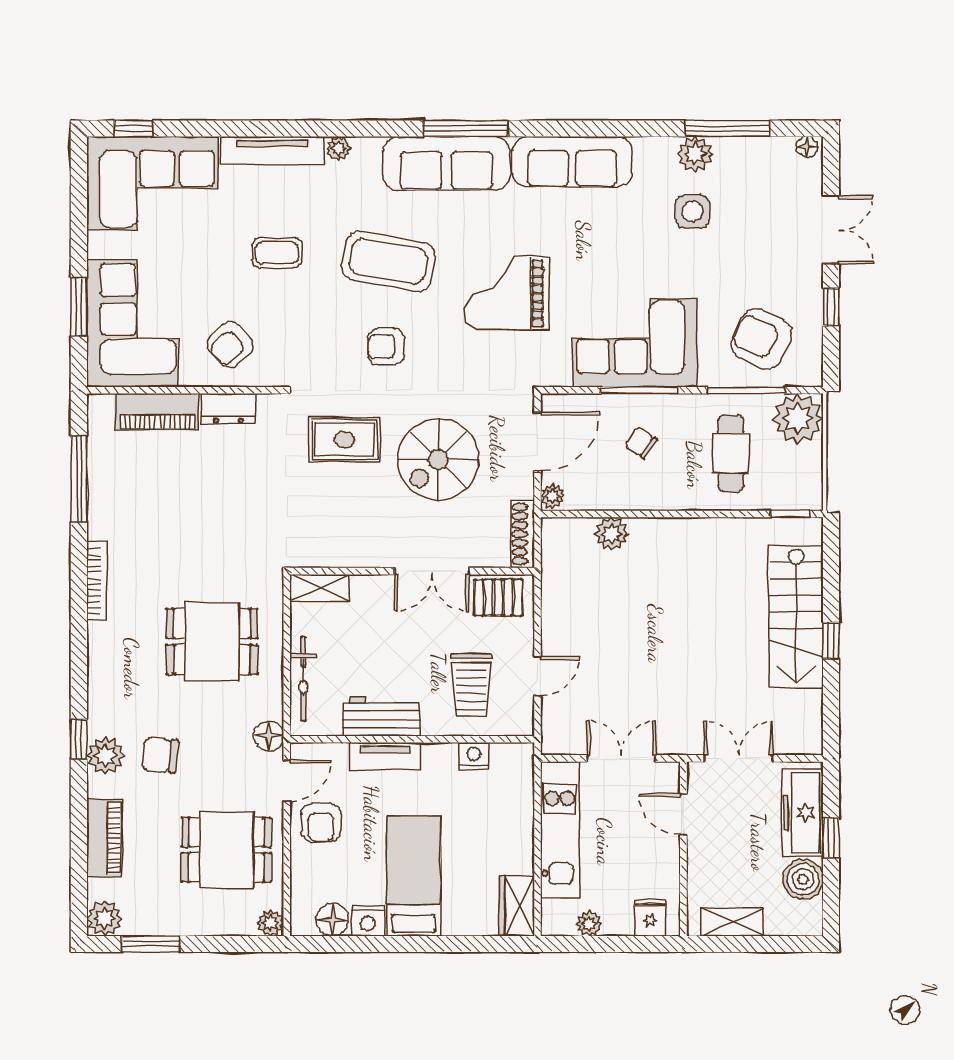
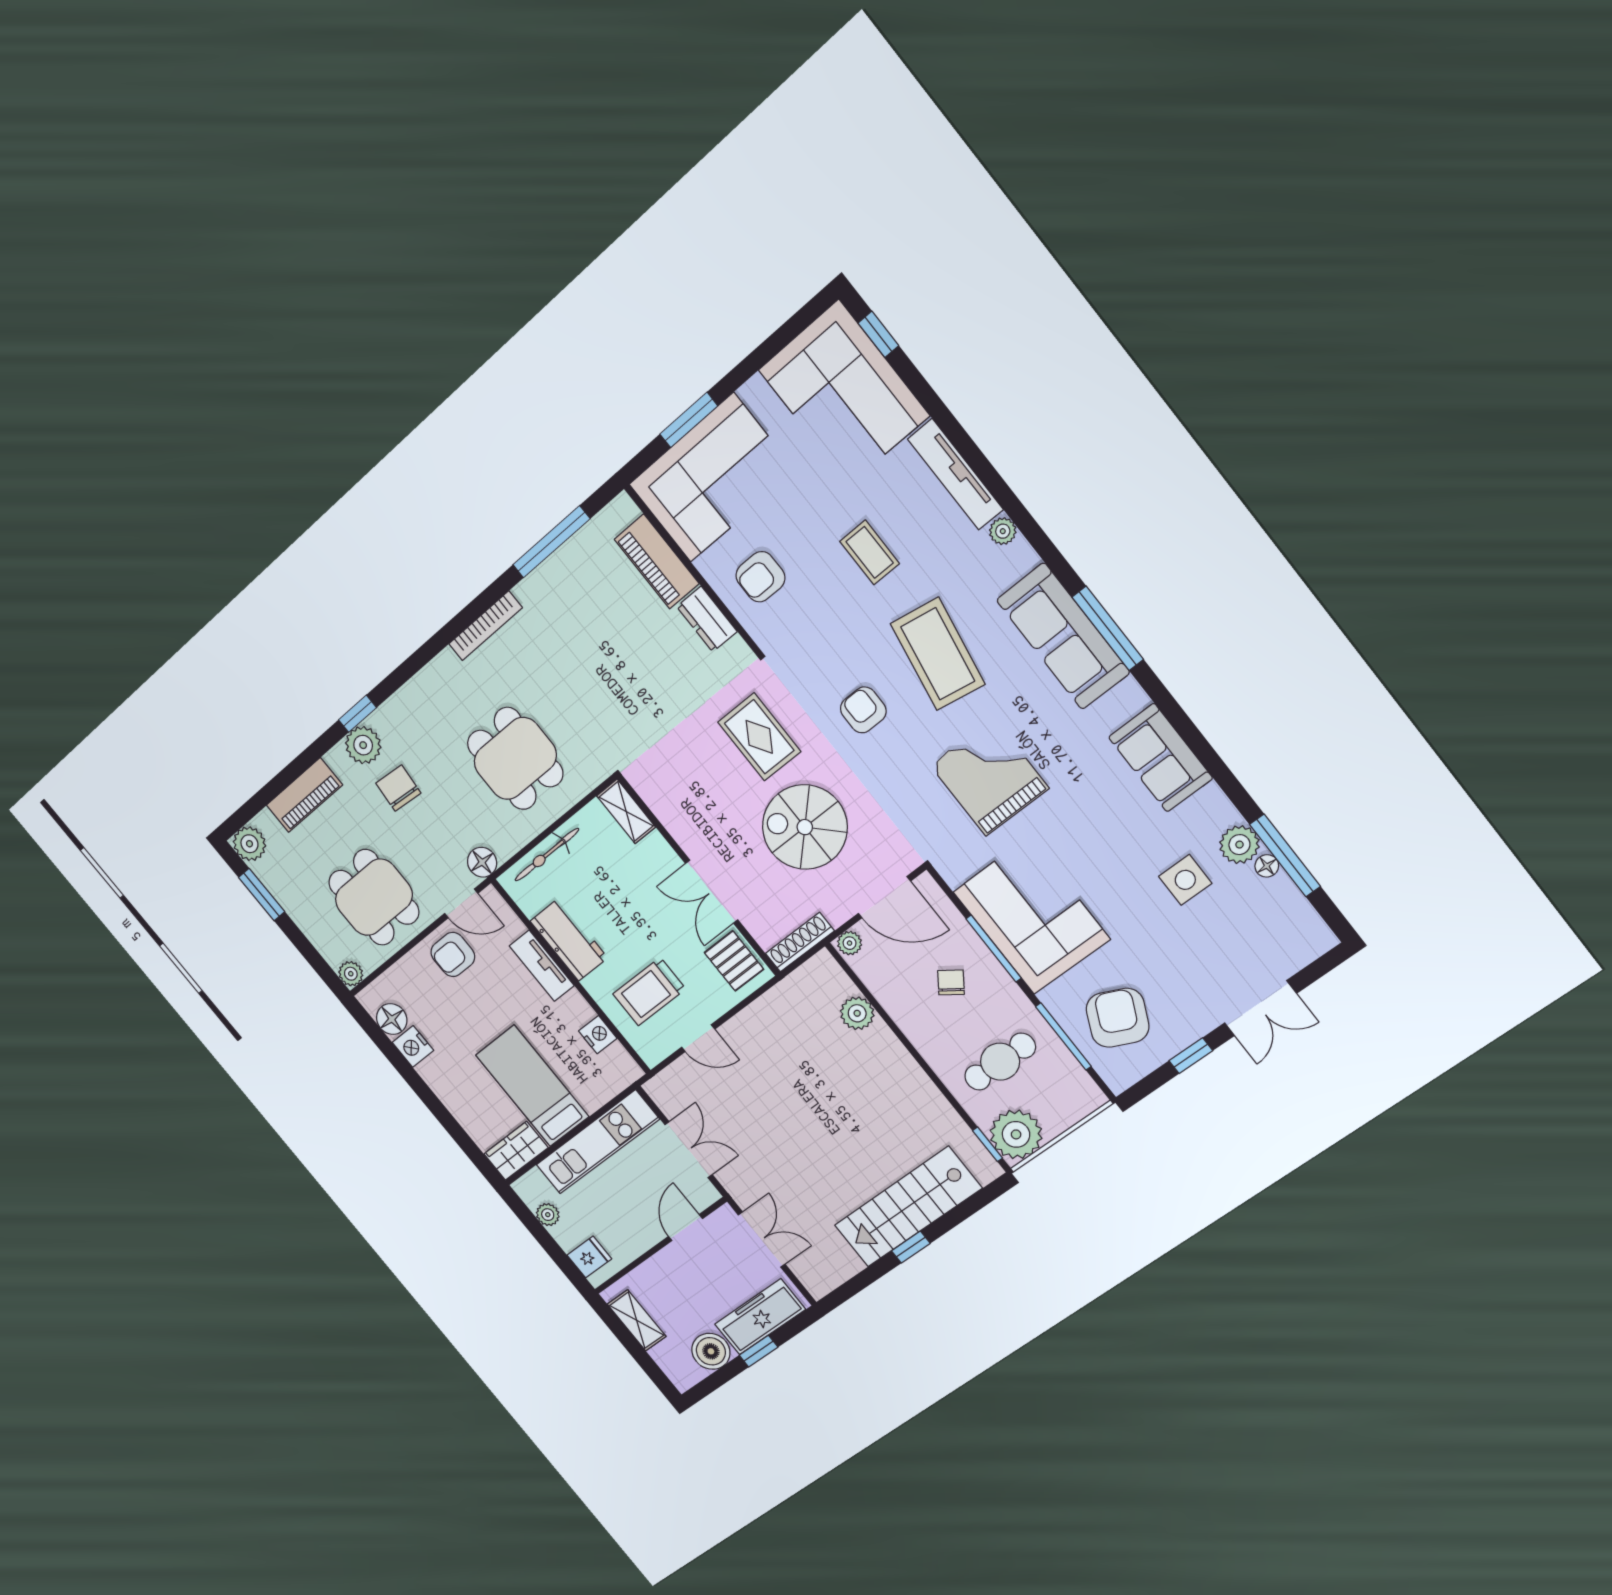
floor lamp: (807, 147) -> (1267, 866), moved
sofa: (572, 162) -> (1161, 758), width x0.73
armchair: (230, 345) -> (760, 577), turned -46
plant: (798, 419) -> (1016, 1134), moved
bed: (414, 876) -> (532, 1086), moved, turned -90

